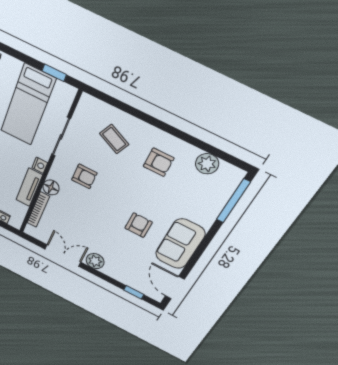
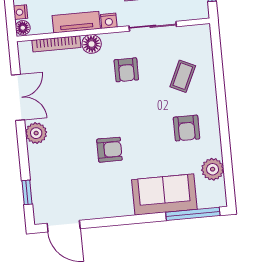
floor lamp: (15, 223) -> (23, 28), added
sofa: (180, 244) -> (164, 195), moved
door: (175, 288) -> (64, 226), swing flipped

